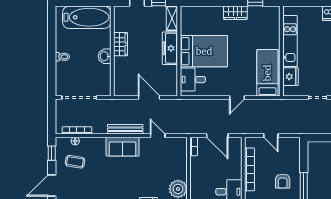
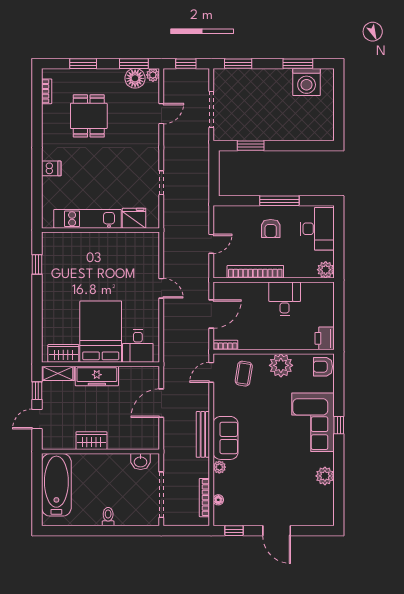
wardrobe: (235, 13) -> (63, 353), moved, turned -90
washbasin: (105, 56) -> (141, 461), moved
bed: (267, 73) -> (129, 248), removed
door: (158, 136) -> (211, 372), moved
plant: (100, 142) -> (219, 467), added
coffee table: (75, 162) -> (244, 374), moved
armchair: (283, 181) -> (271, 228), turned 90

